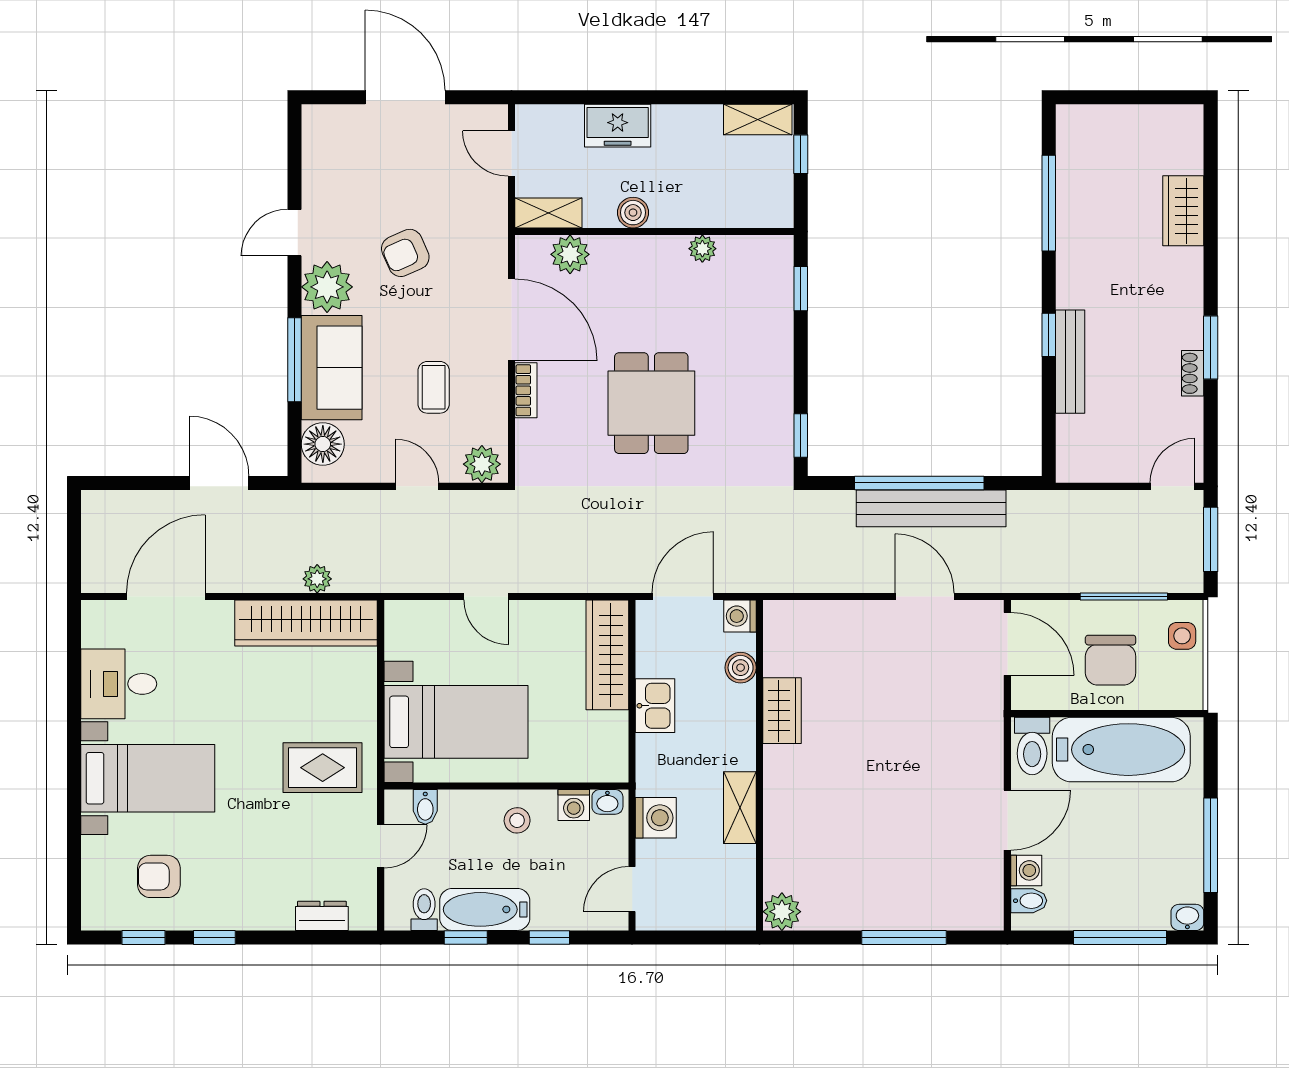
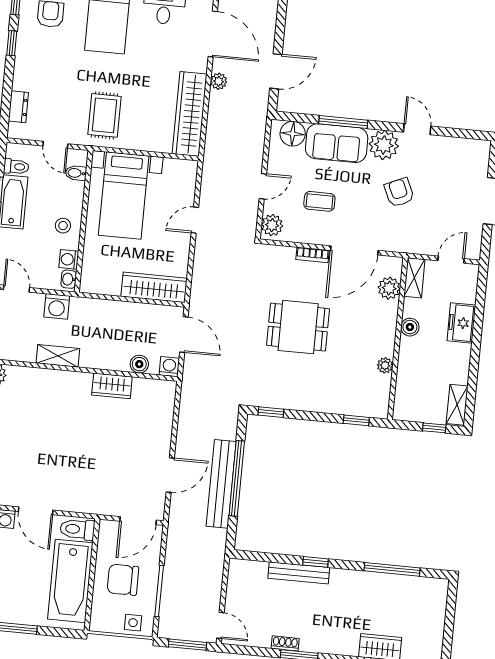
plant: (317, 579) -> (219, 81), moved
kitchen sink: (655, 706) -> (122, 312), removed

